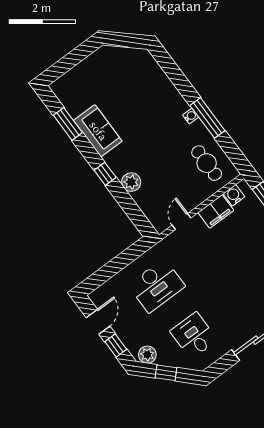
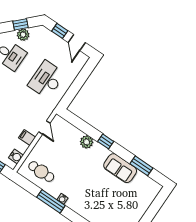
filing cabinet: (216, 211) -> (27, 137), width x0.50
plant: (147, 355) -> (23, 35), moved

